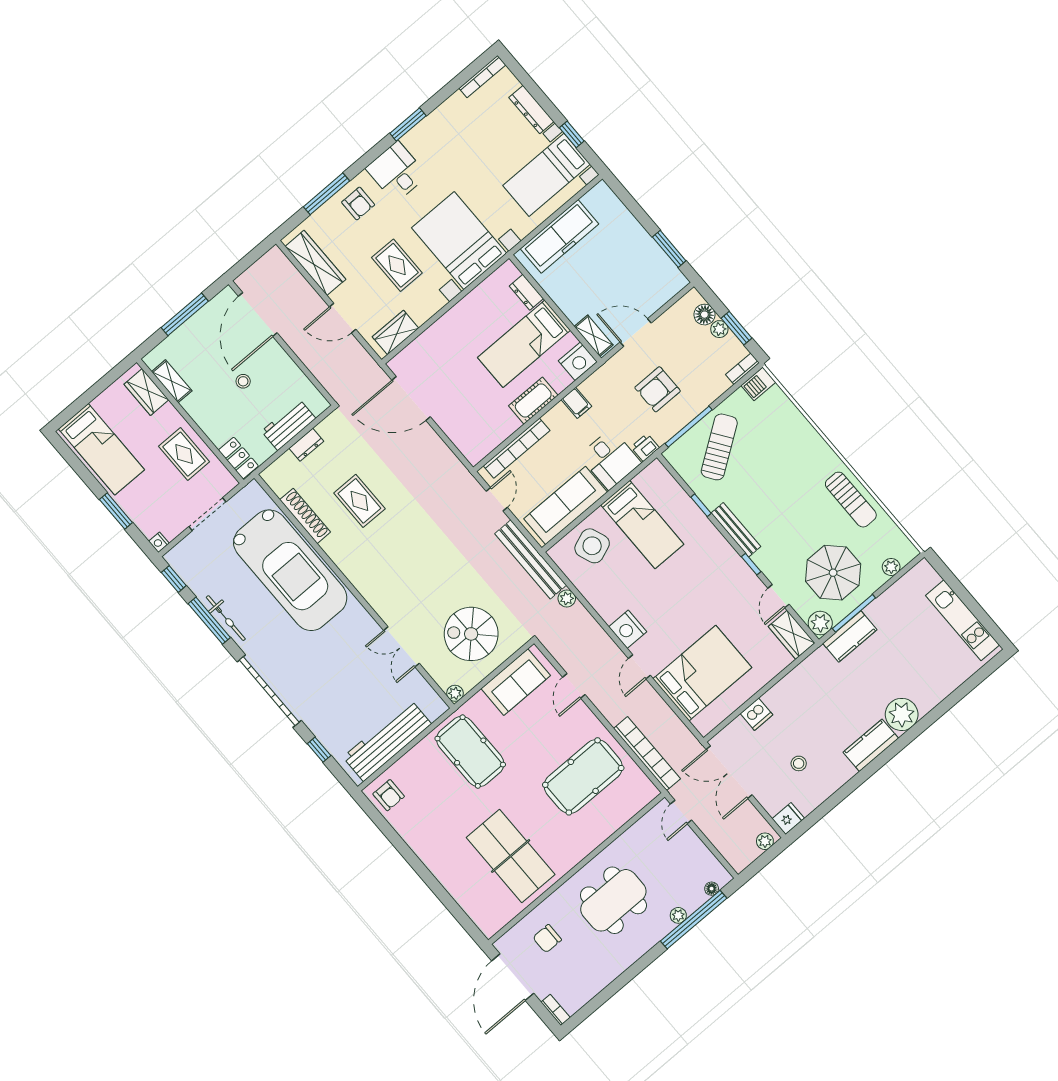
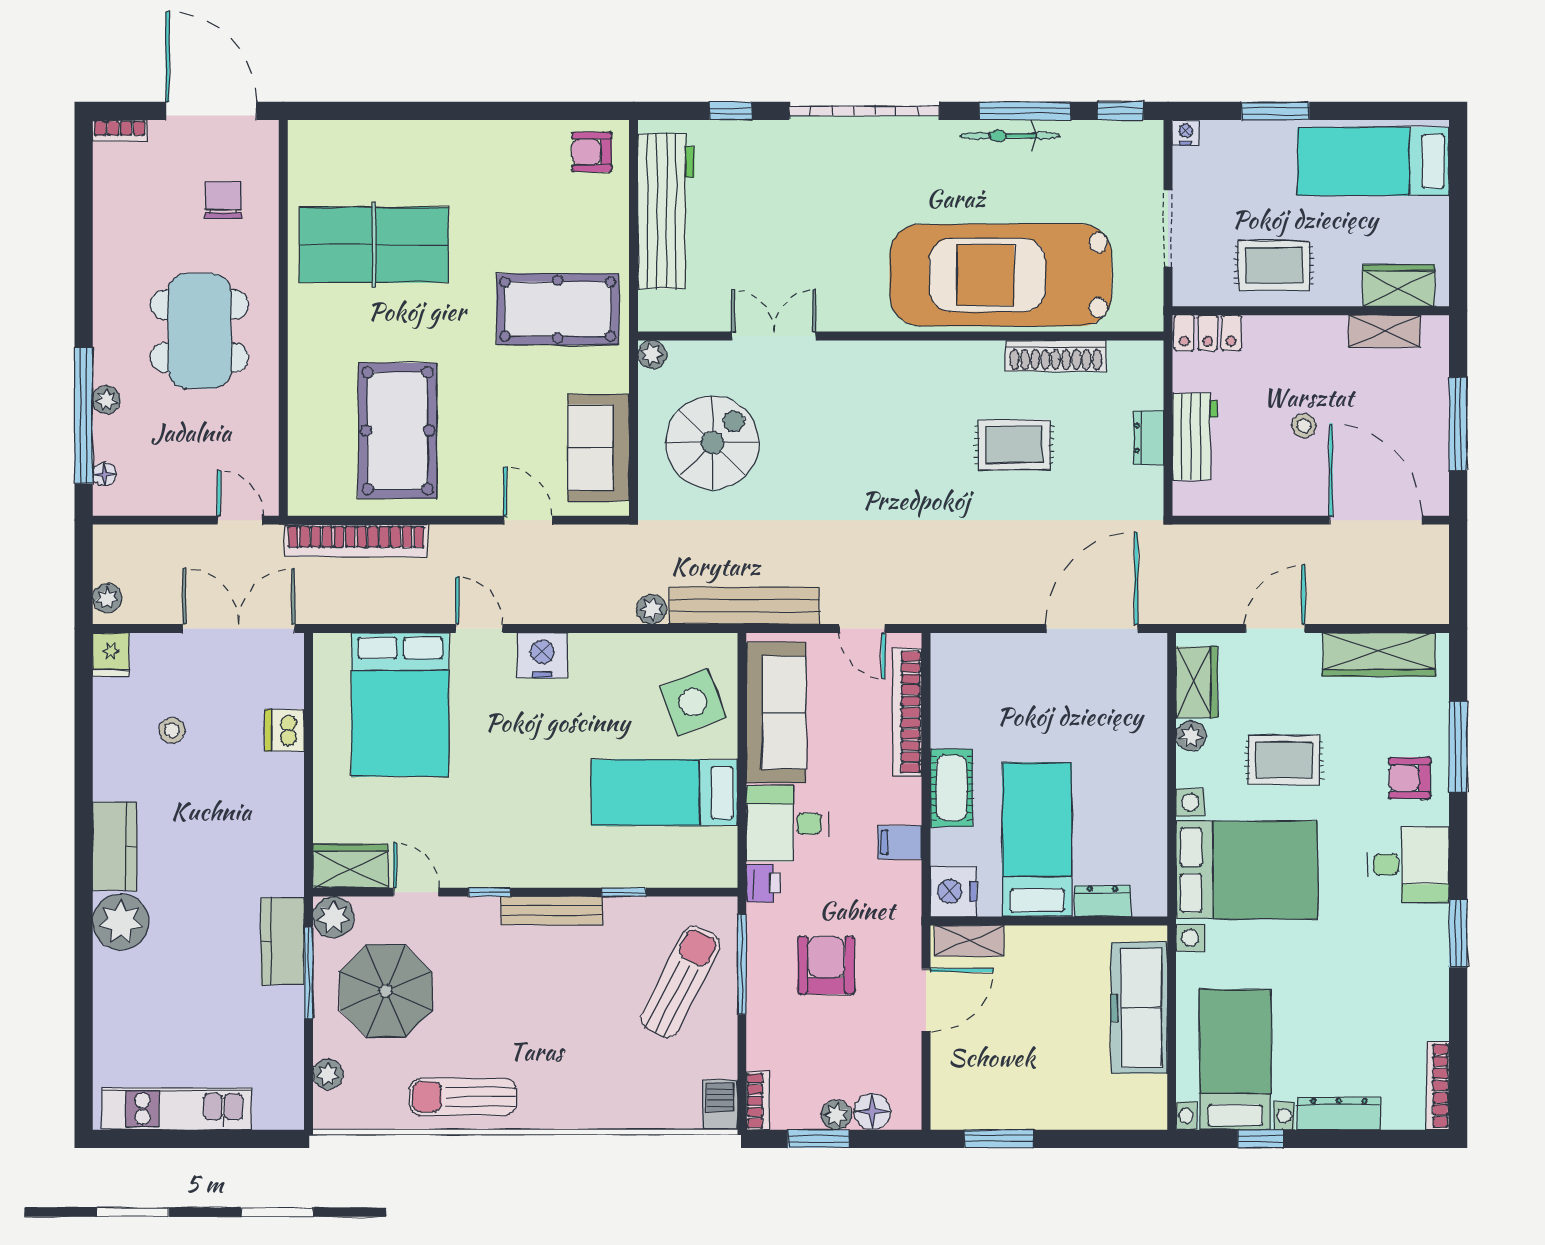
plant: (421, 315) -> (1191, 736), added
sun lounger: (719, 447) -> (680, 982), turned -118

